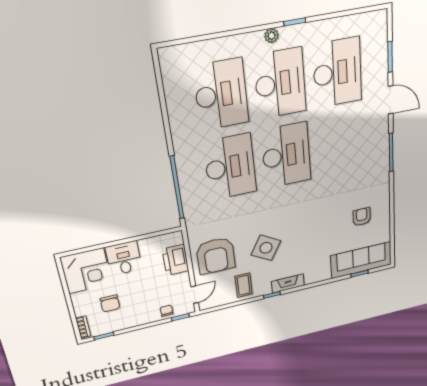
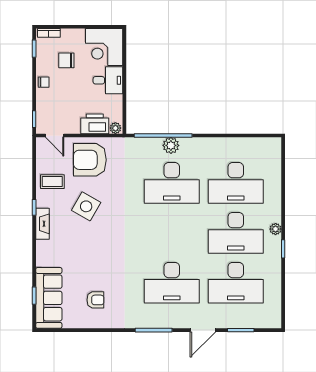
desk: (286, 155) -> (172, 283), moved
plant: (187, 177) -> (171, 145), added
plant: (177, 239) -> (115, 128), added
chair: (167, 311) -> (44, 82), moved

